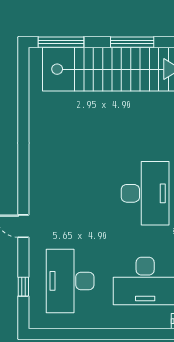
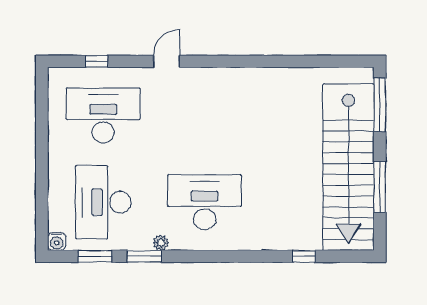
desk: (145, 193) -> (205, 202), turned 180

